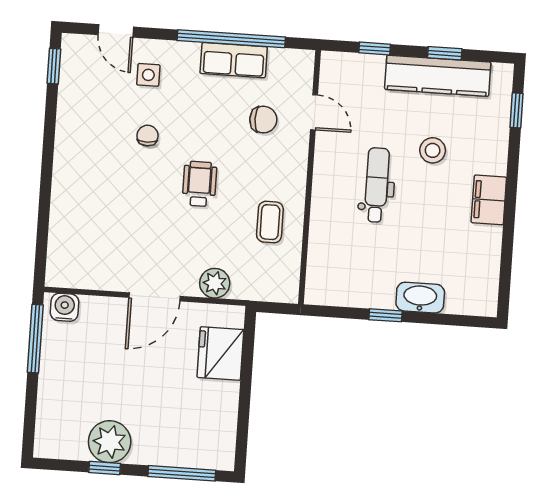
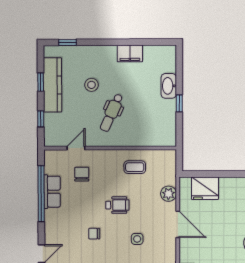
side table: (148, 75) -> (137, 239), moved
wheelchair: (199, 184) -> (117, 205), turned 180
dental chair: (377, 185) -> (112, 113), turned -66
filing cabinet: (489, 200) -> (130, 53), moved

